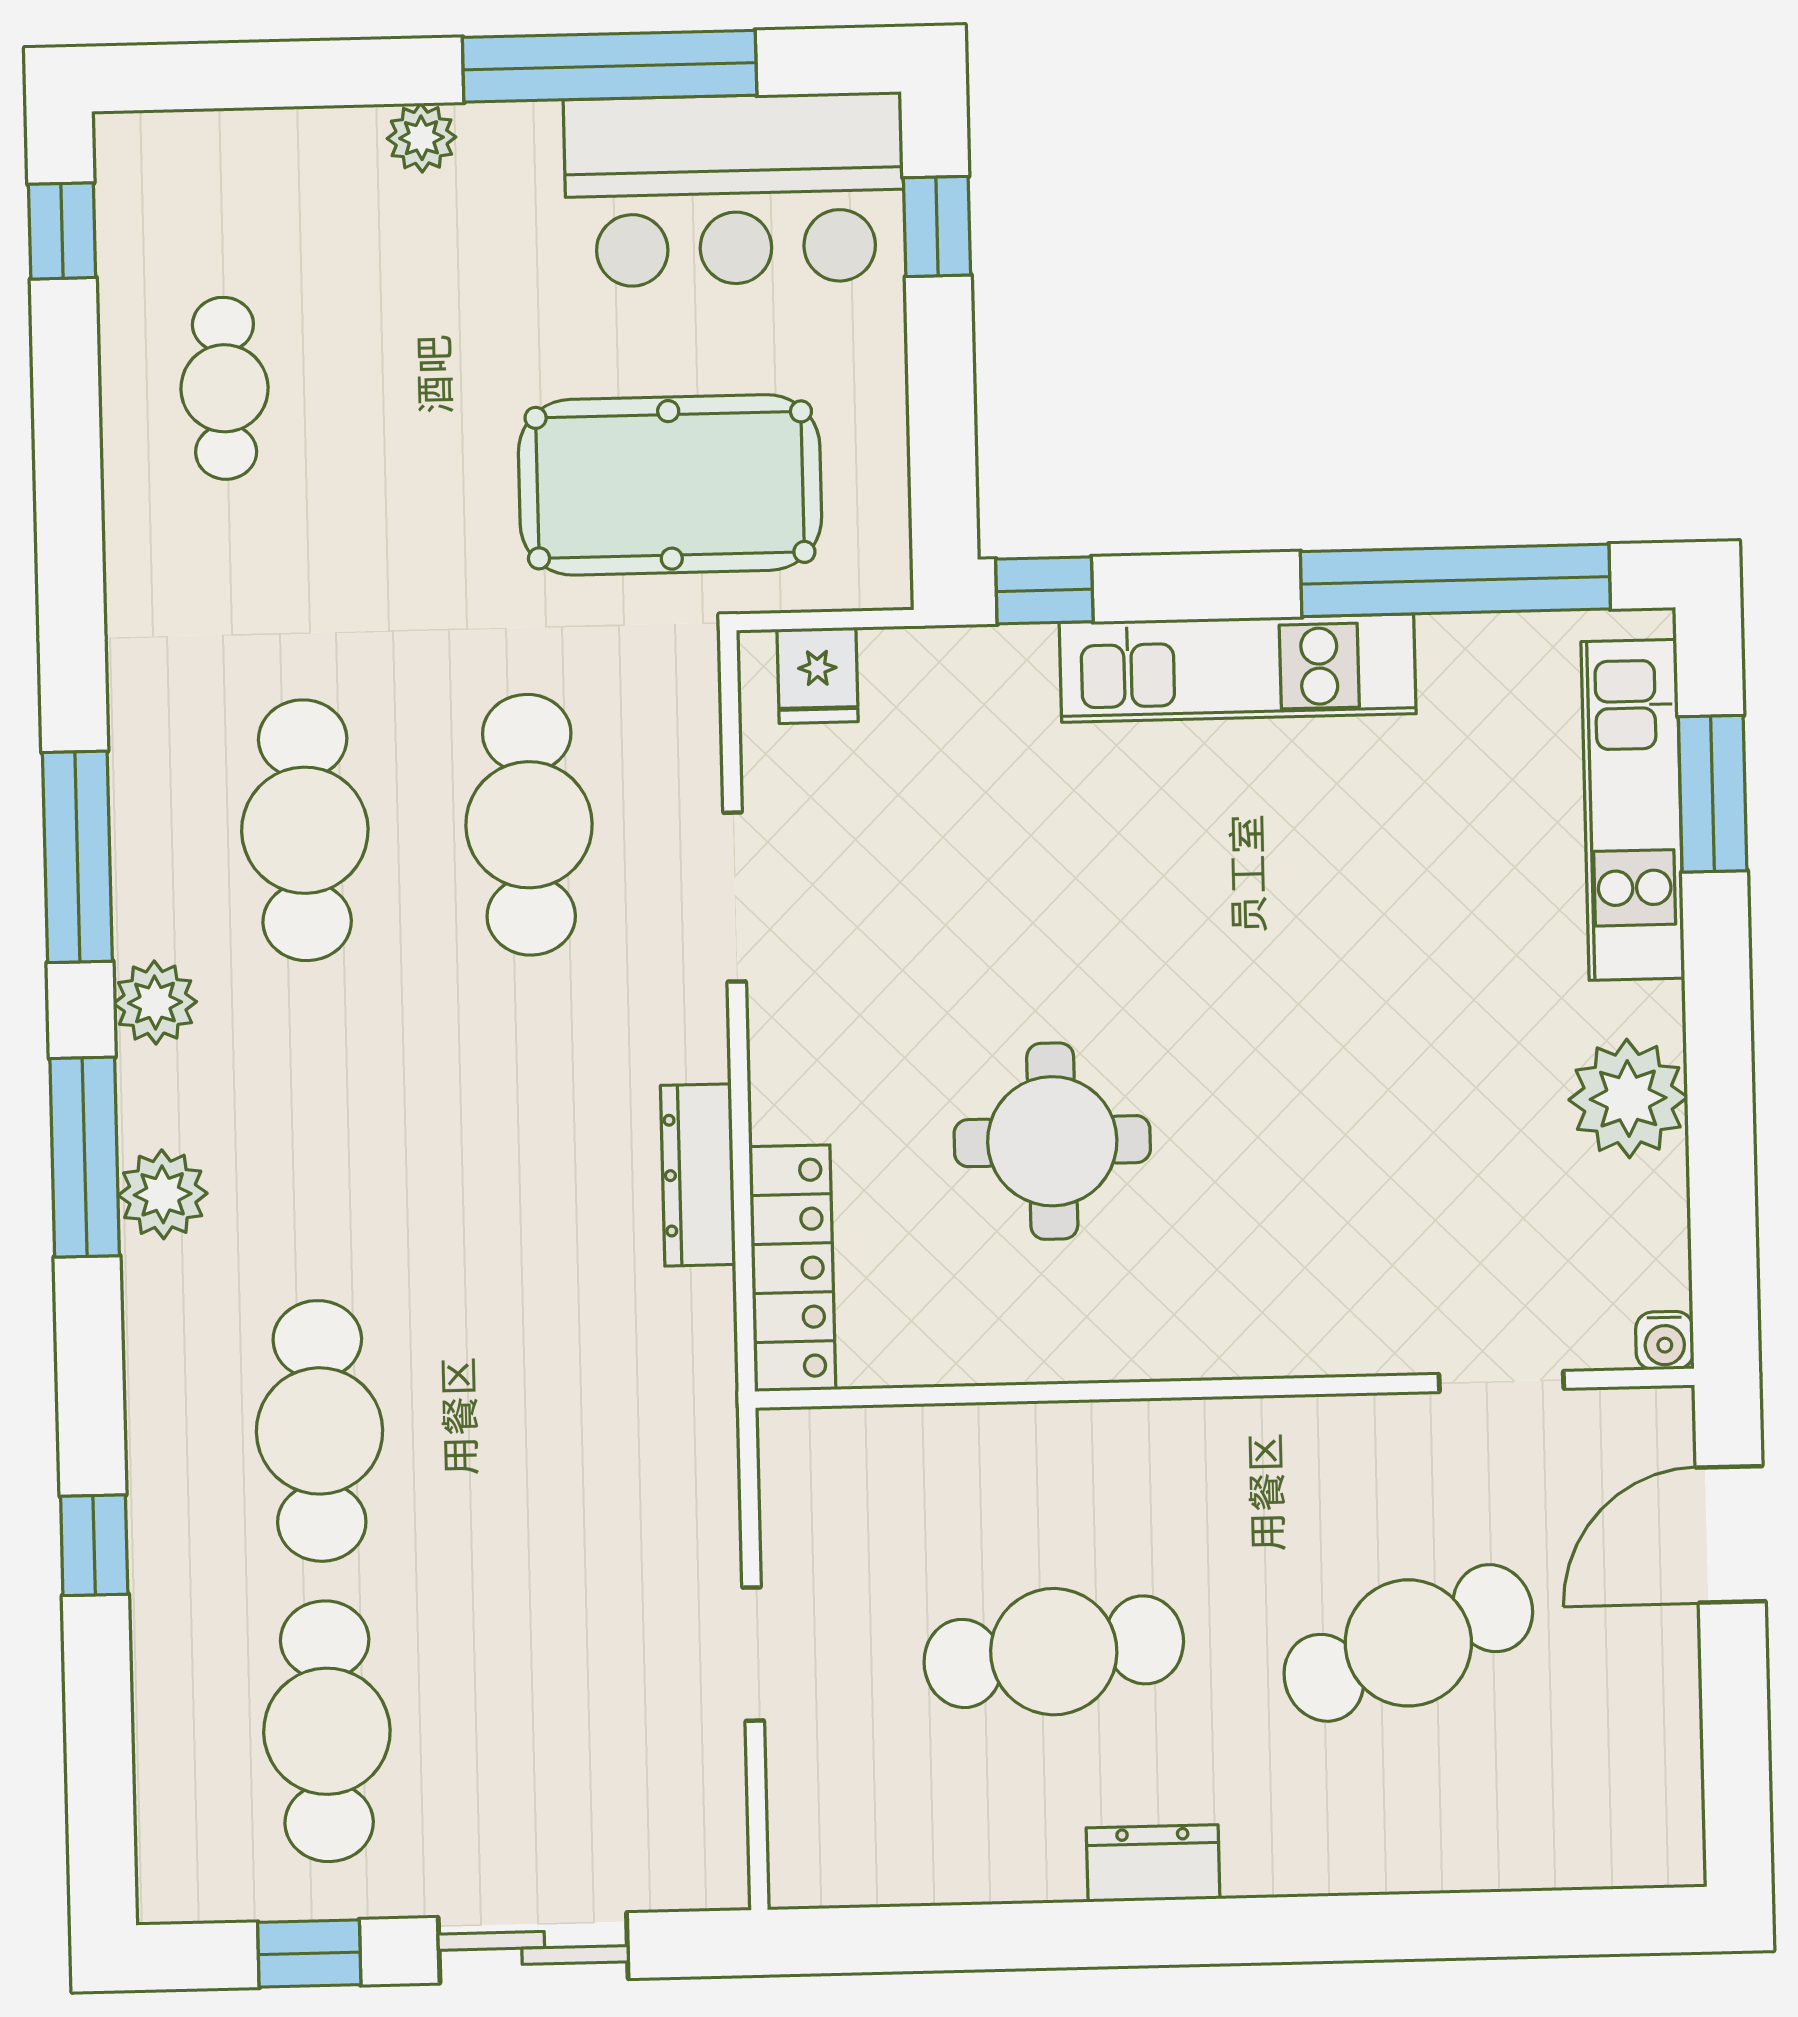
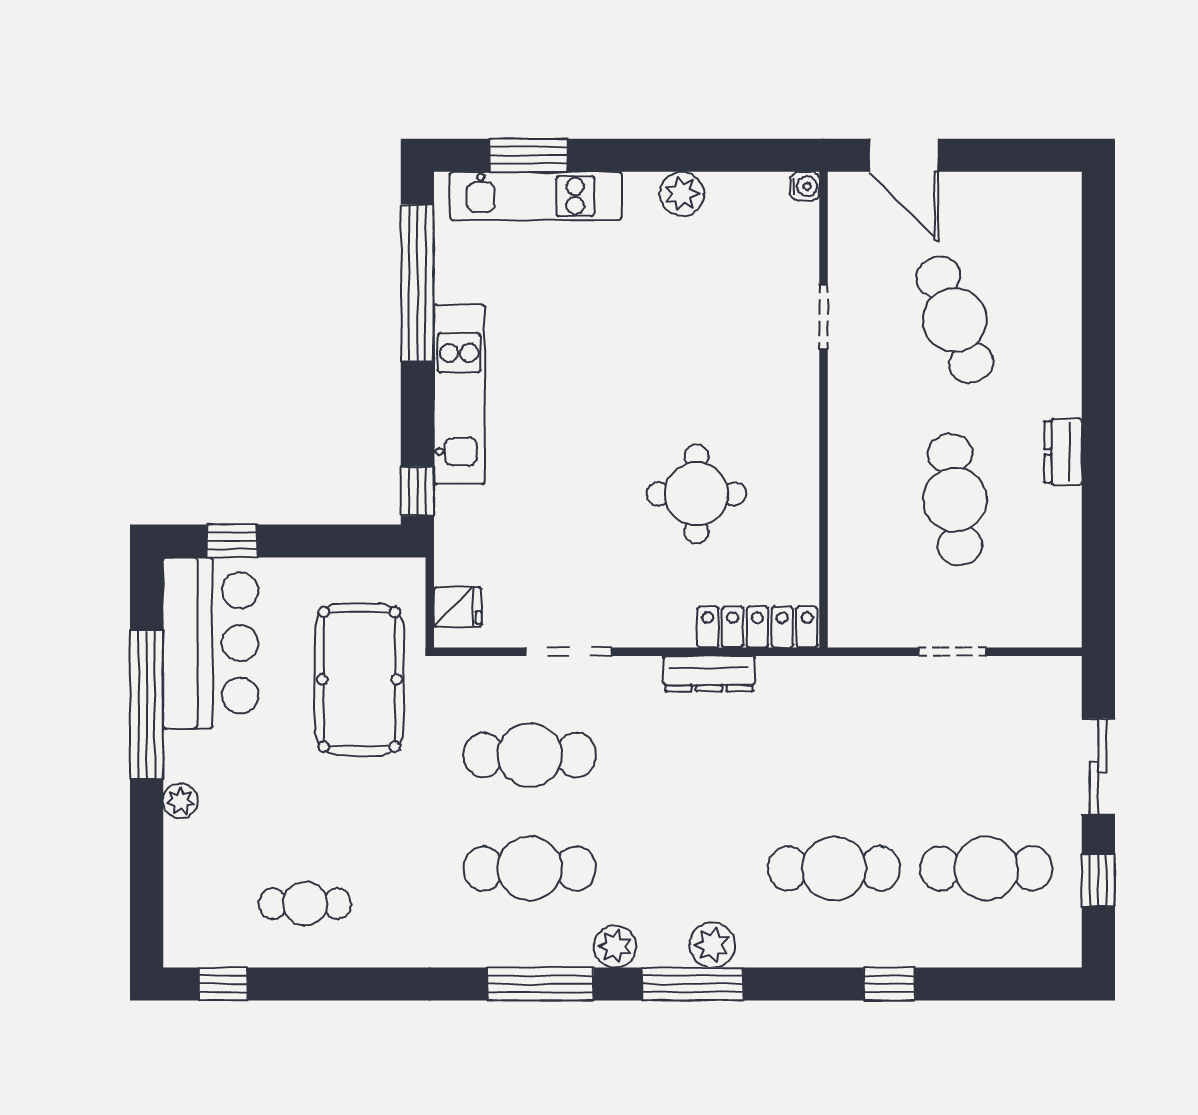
plant: (1628, 1099) -> (682, 194), width x0.73, depth x0.73
doorway: (1501, 1381) -> (824, 317), moved

